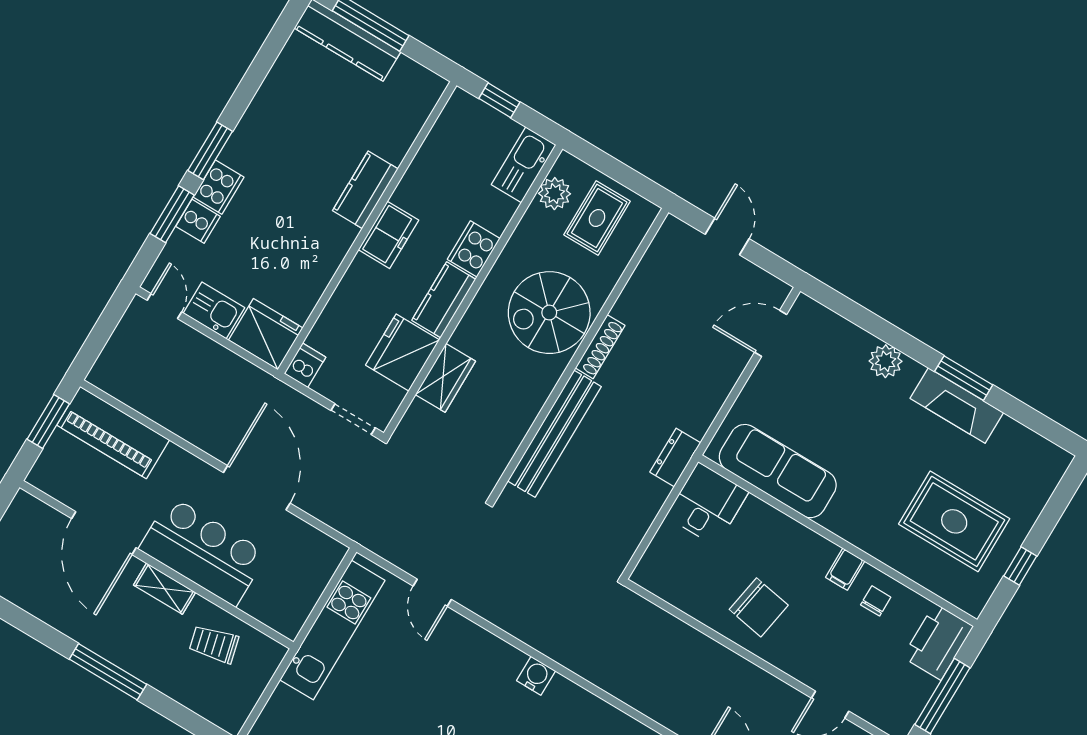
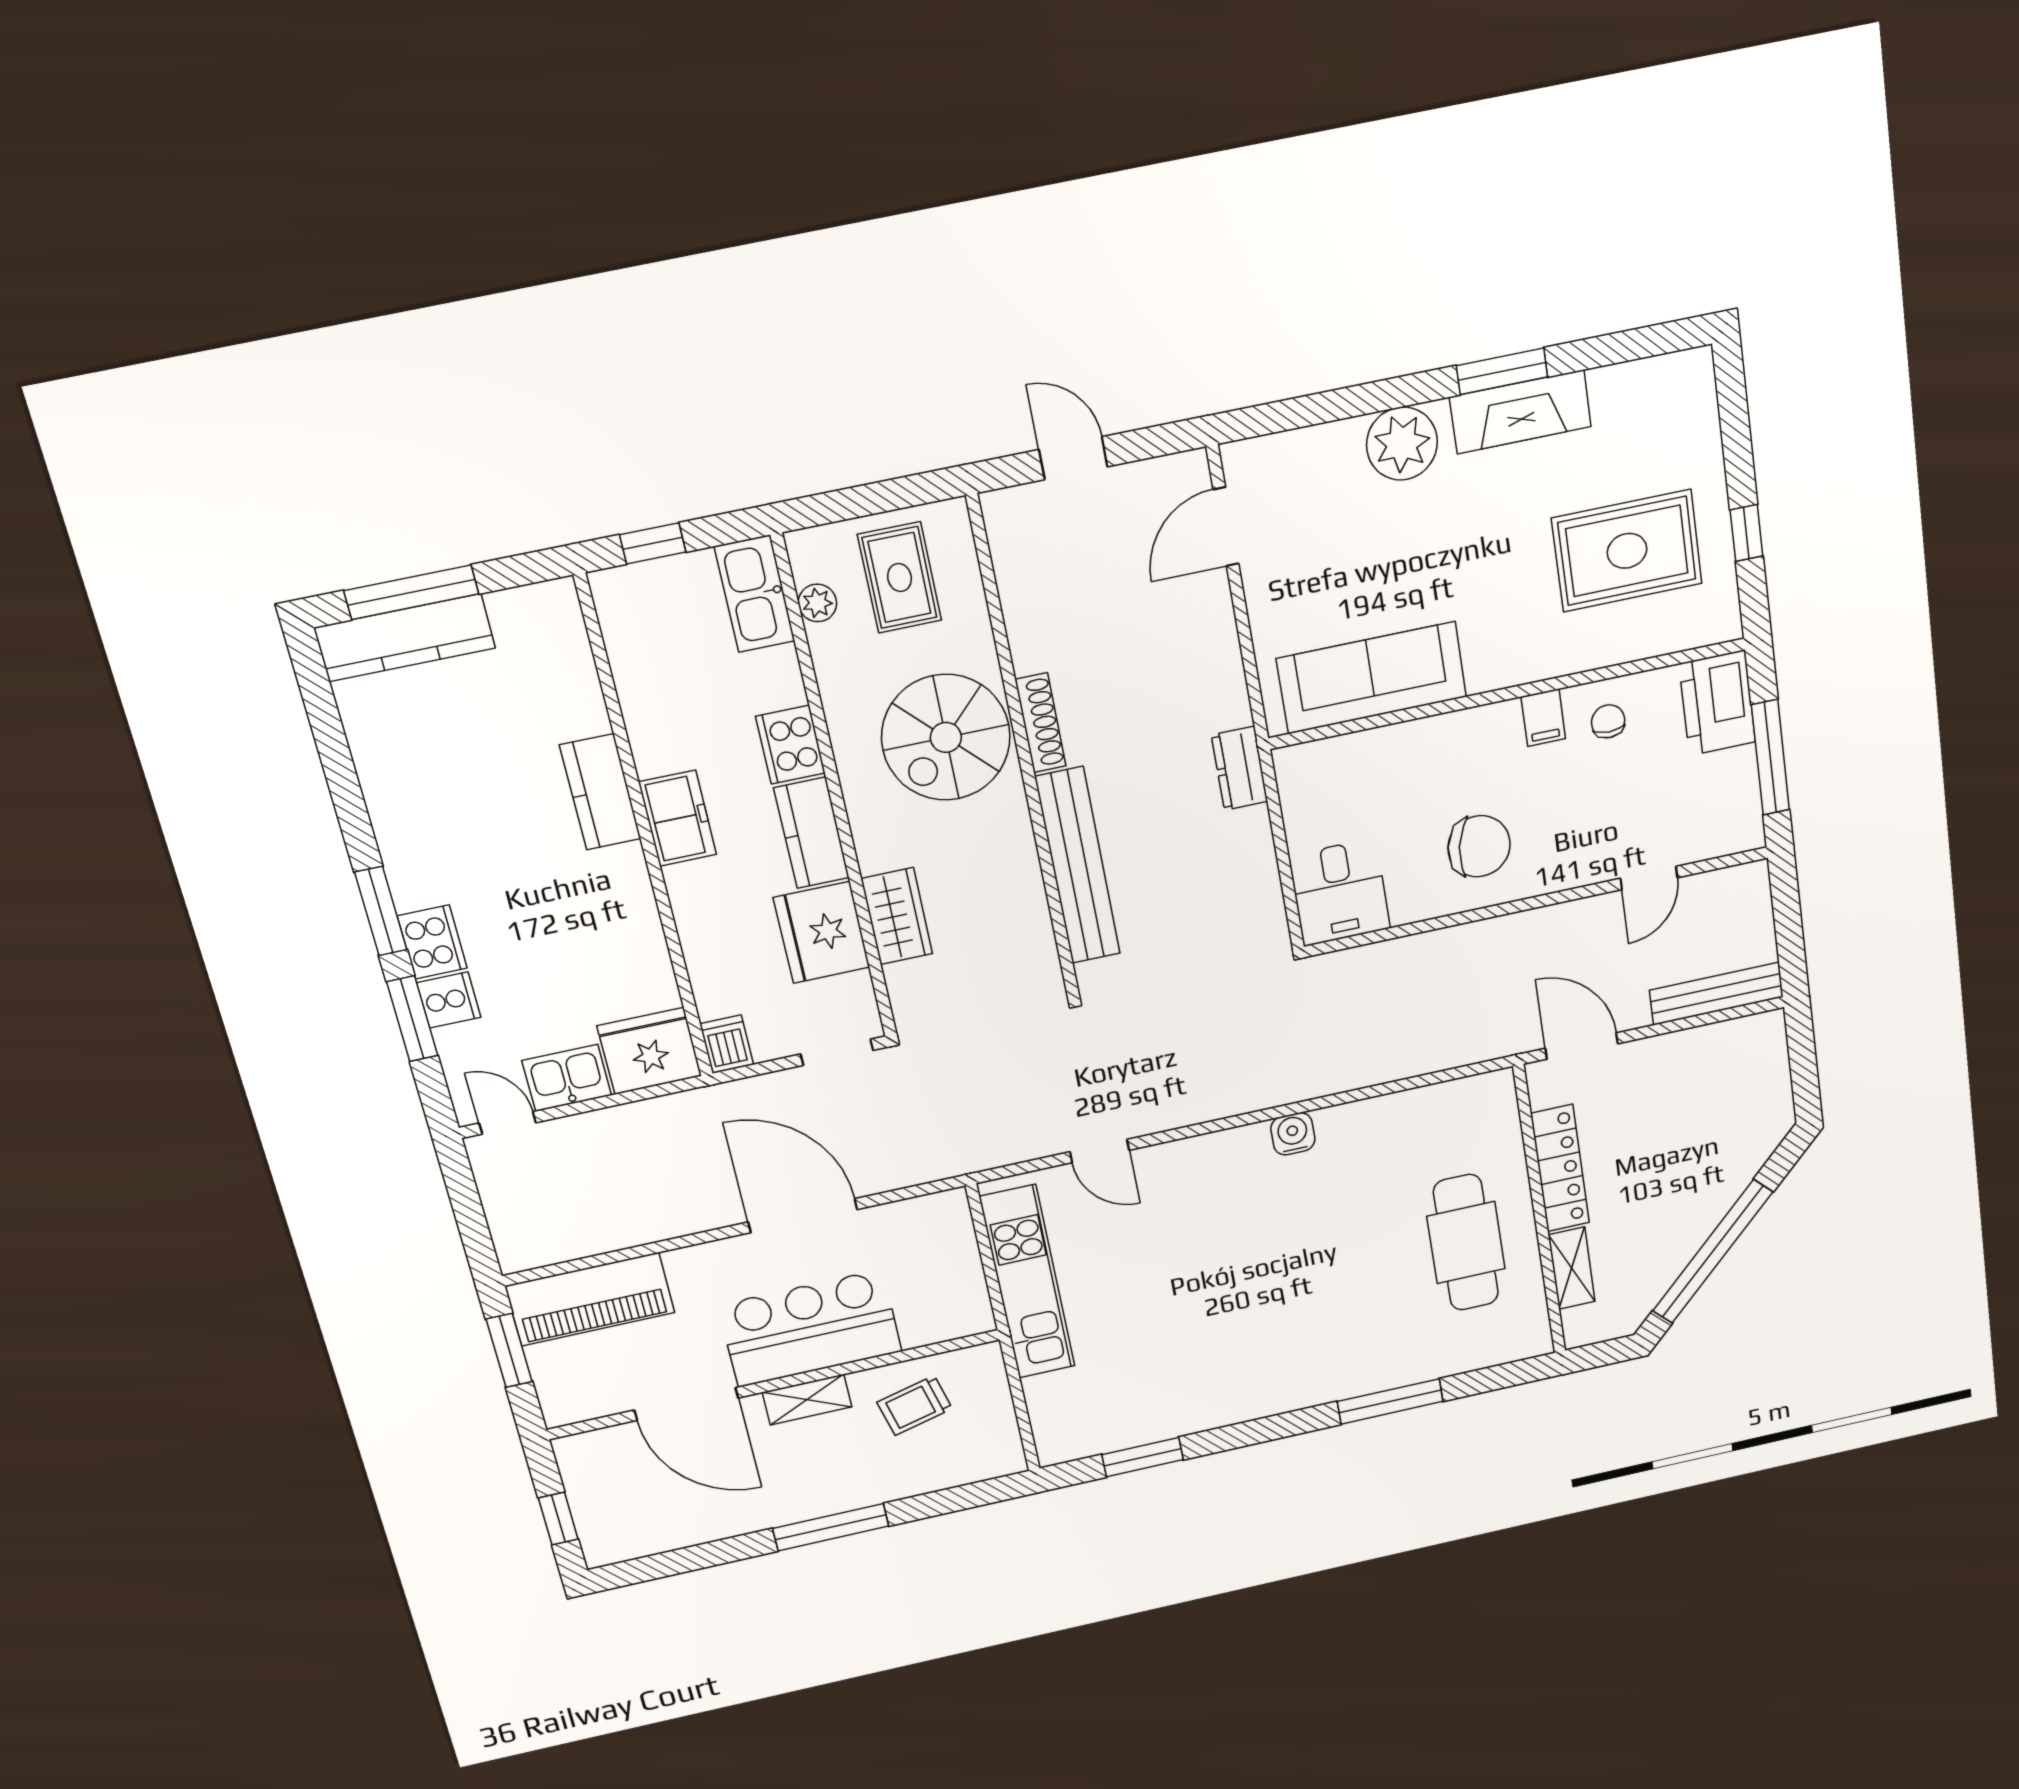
plant: (555, 194) -> (817, 603), width x0.73, depth x0.73
plant: (886, 361) -> (1402, 444), width x1.36, depth x1.36
desk: (707, 504) -> (1340, 892), moved, turned 180

